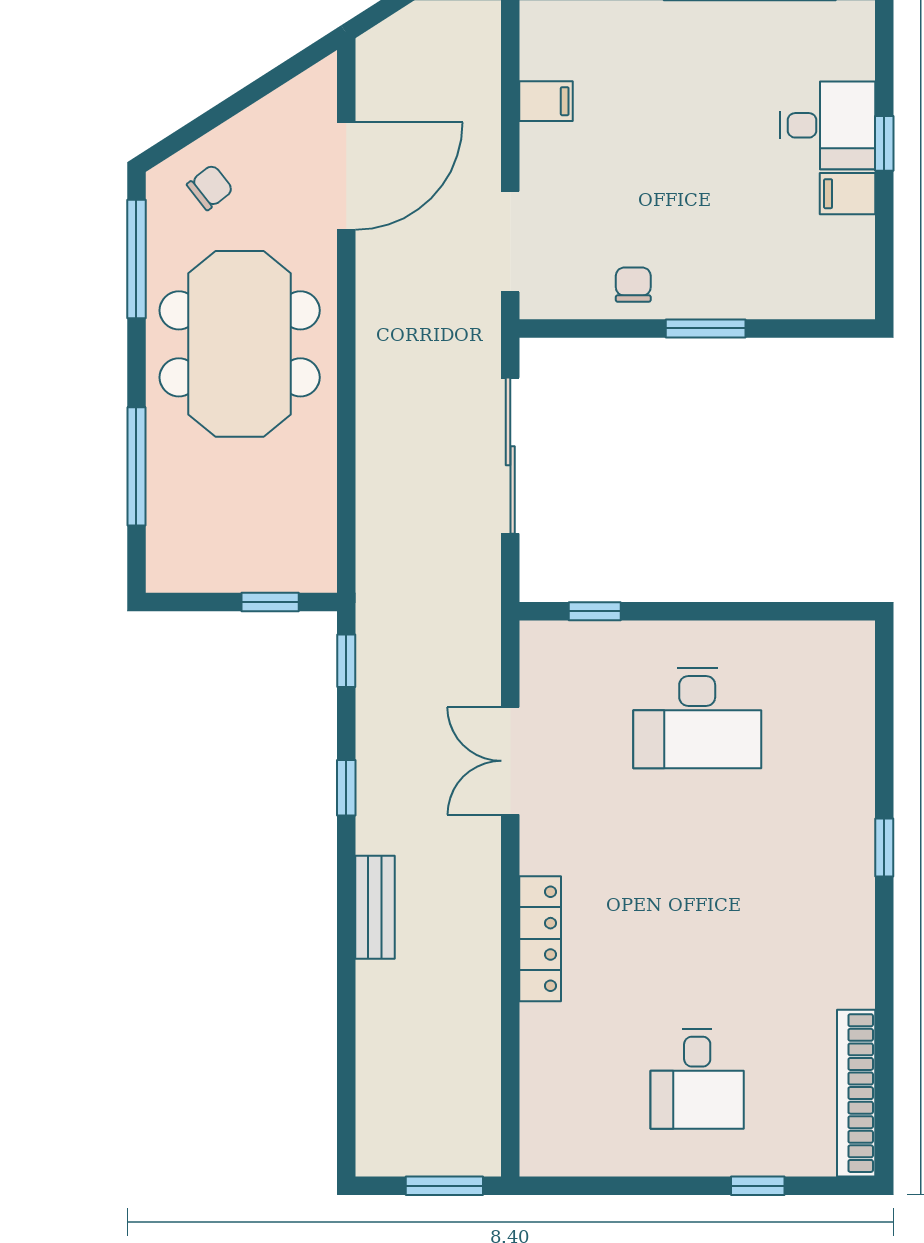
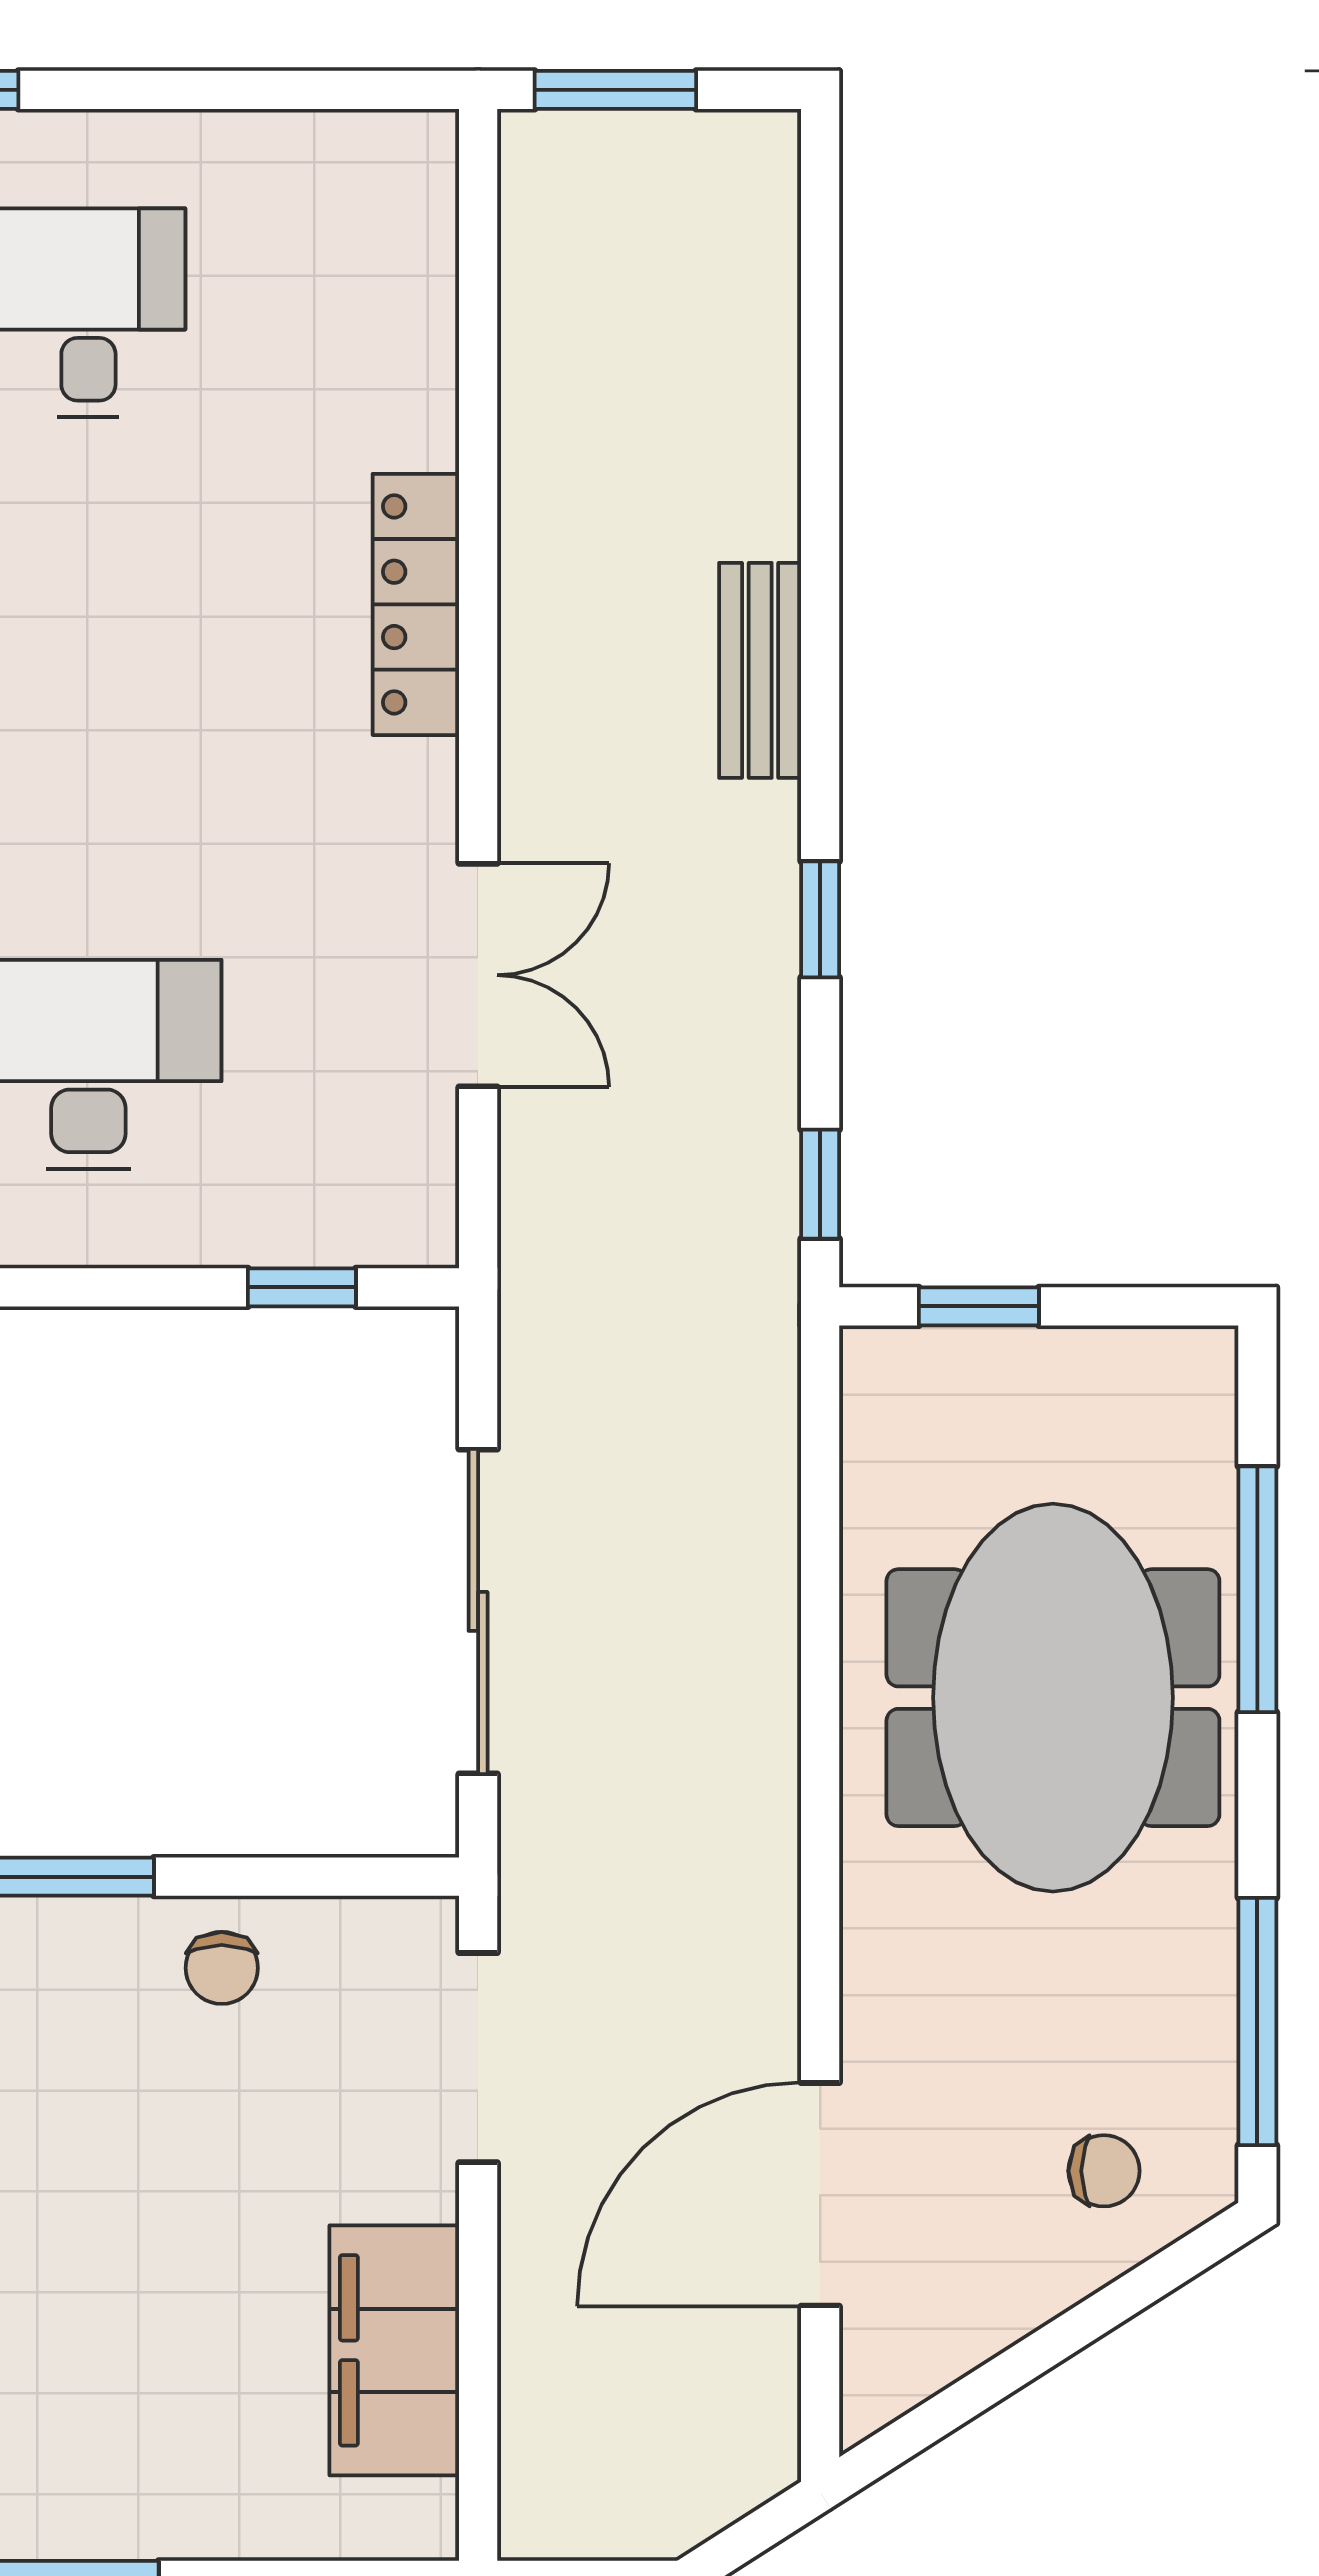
filing cabinet: (546, 101) -> (394, 2350), width x3.00, depth x1.17
chair: (210, 187) -> (1104, 2171), turned -142
meeting table: (240, 344) -> (1053, 1698), moved

